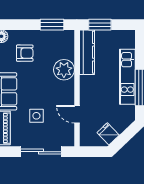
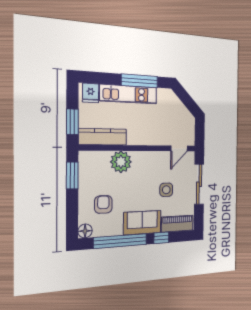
door: (77, 114) -> (179, 148), moved
fridge: (108, 134) -> (91, 93), moved, turned -46

